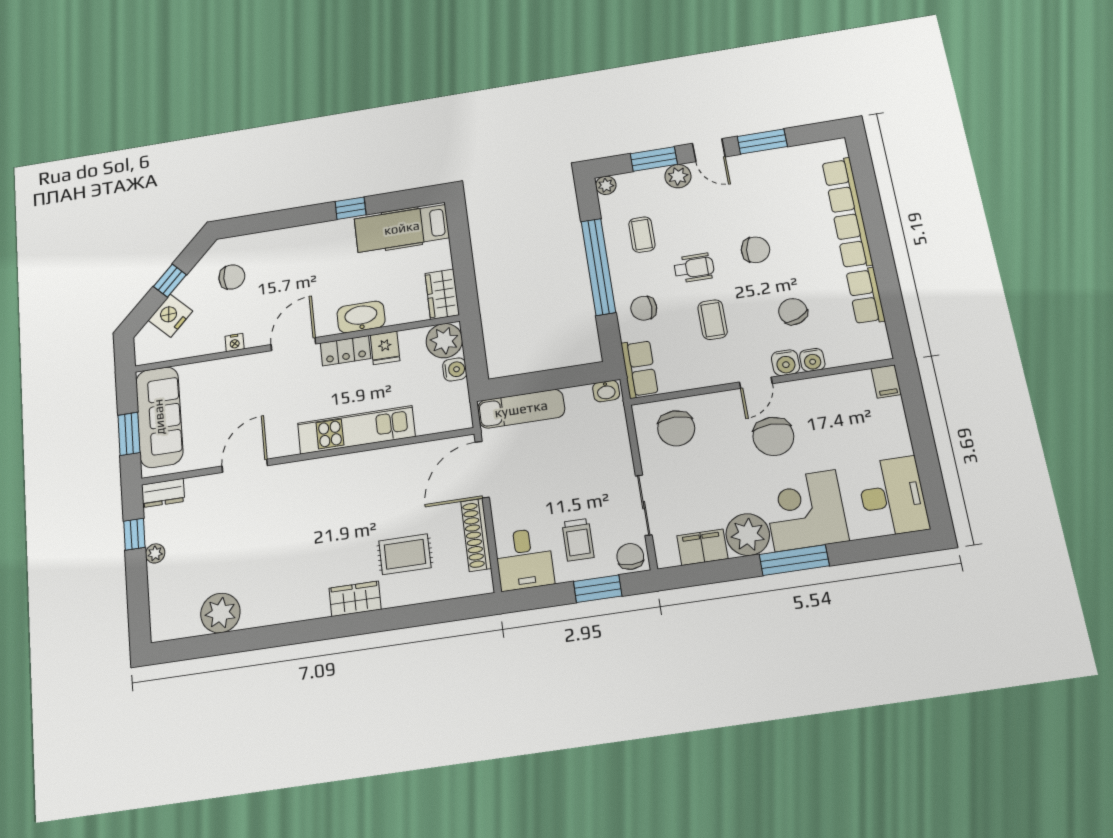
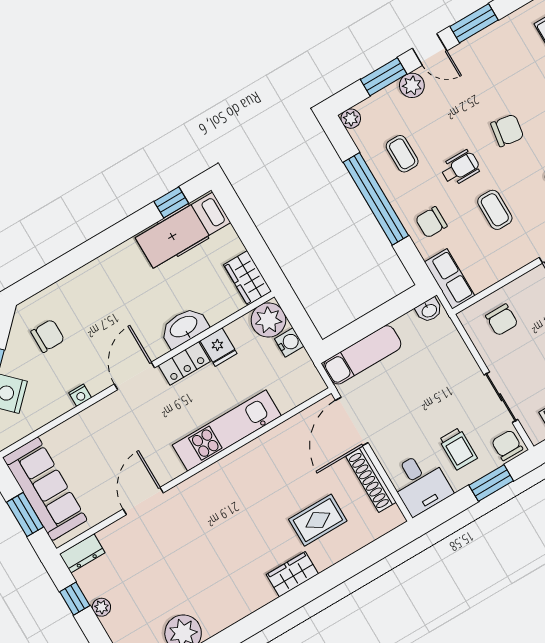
window: (351, 208) -> (171, 202), moved
chair: (676, 428) -> (502, 320), width x0.73, depth x0.73

